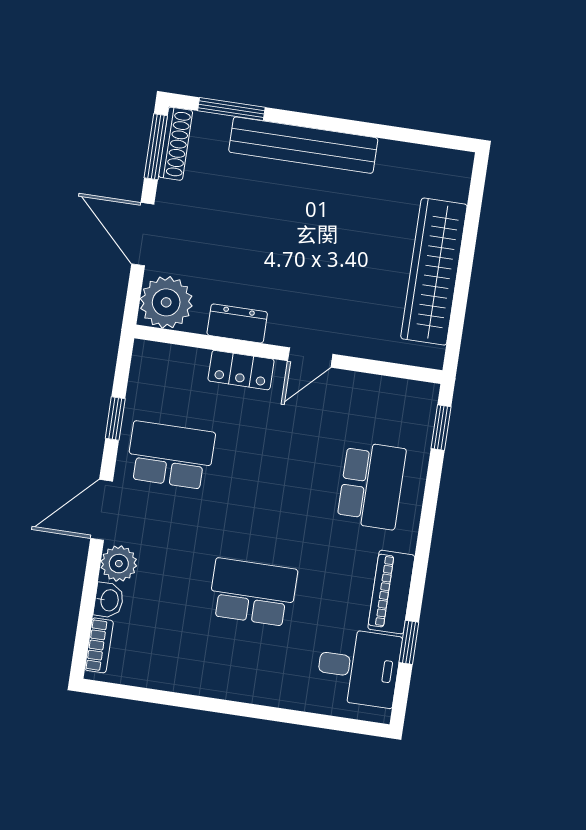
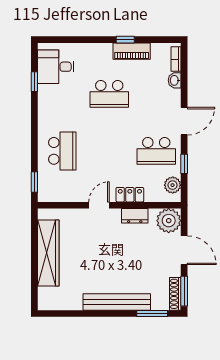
school desk: (371, 485) -> (62, 151), turned 180
plant: (119, 564) -> (173, 185), moved
piano: (391, 592) -> (132, 51), moved, turned 90
window: (201, 703) -> (125, 40), added

